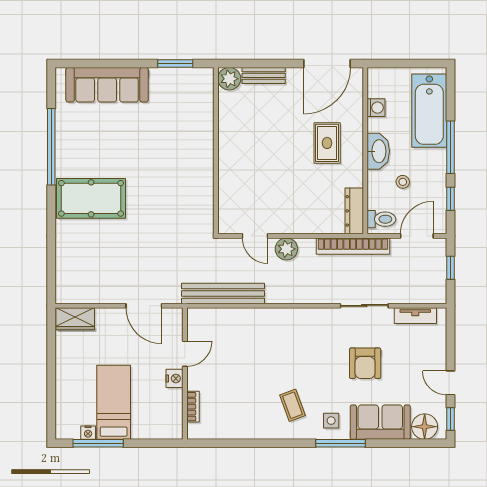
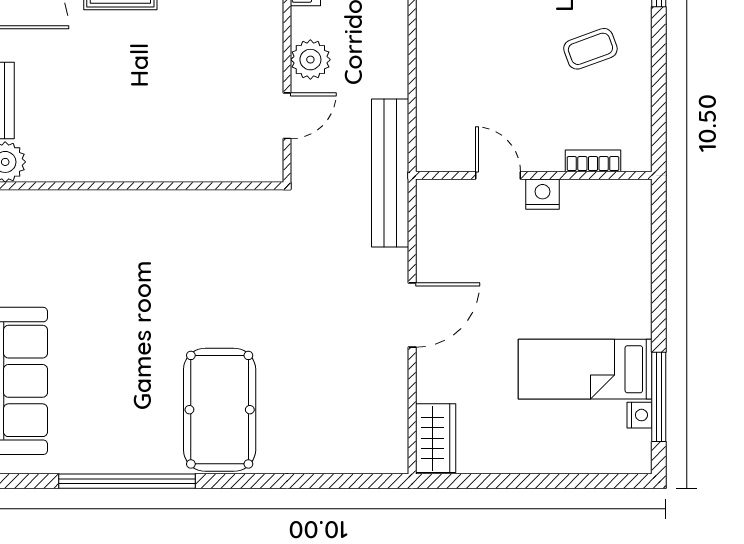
door: (185, 354) -> (498, 175), moved
wall: (185, 374) -> (534, 175), moved
nightstand: (174, 378) -> (542, 194), moved
bookcase: (193, 407) -> (593, 161), moved

